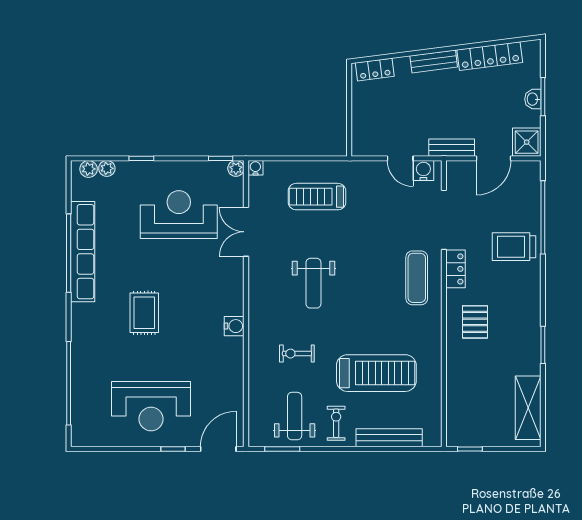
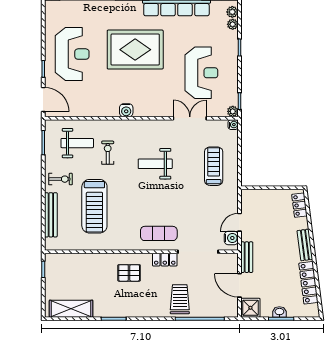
rug: (144, 313) -> (135, 50), width x1.86, depth x2.06
reception desk: (151, 406) -> (72, 54), turned 180
weight bench: (295, 416) -> (77, 143), moved

